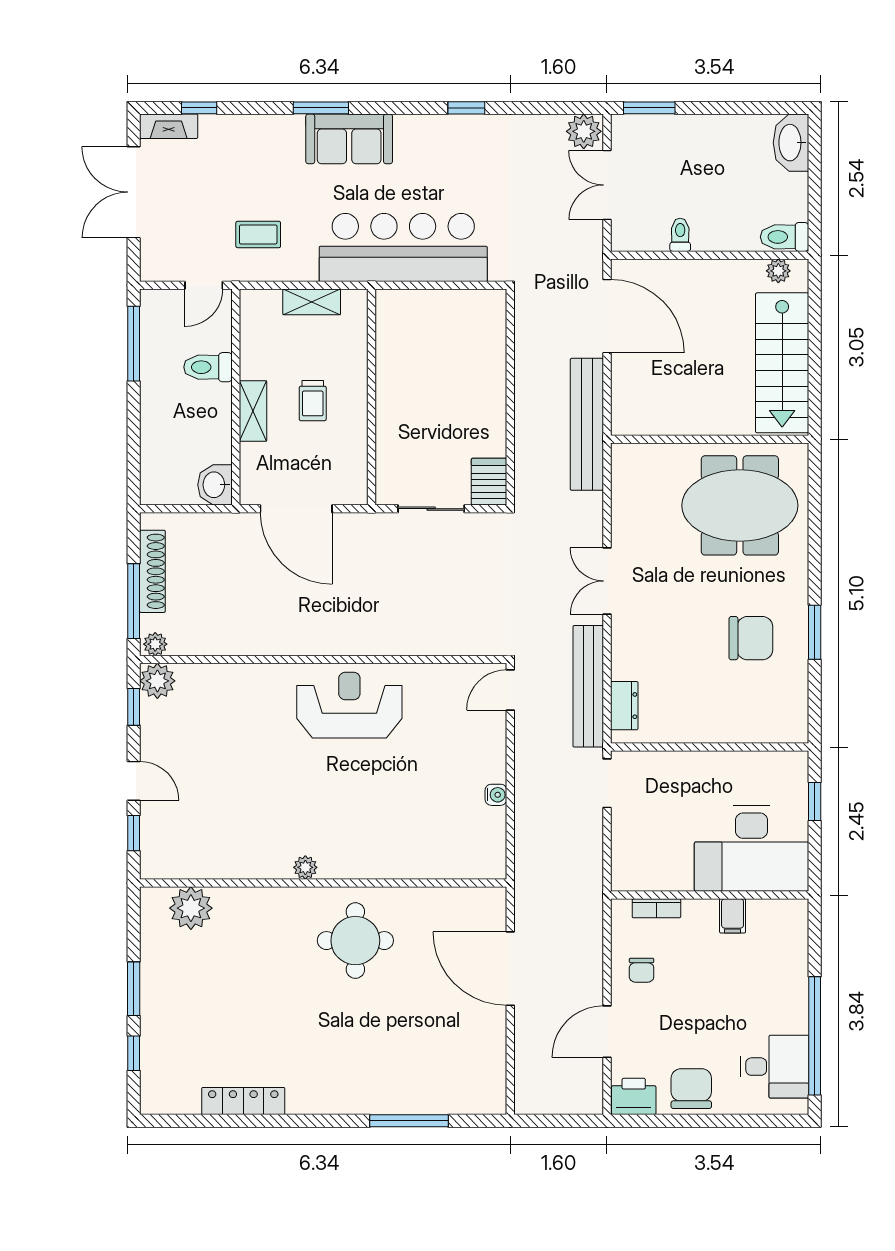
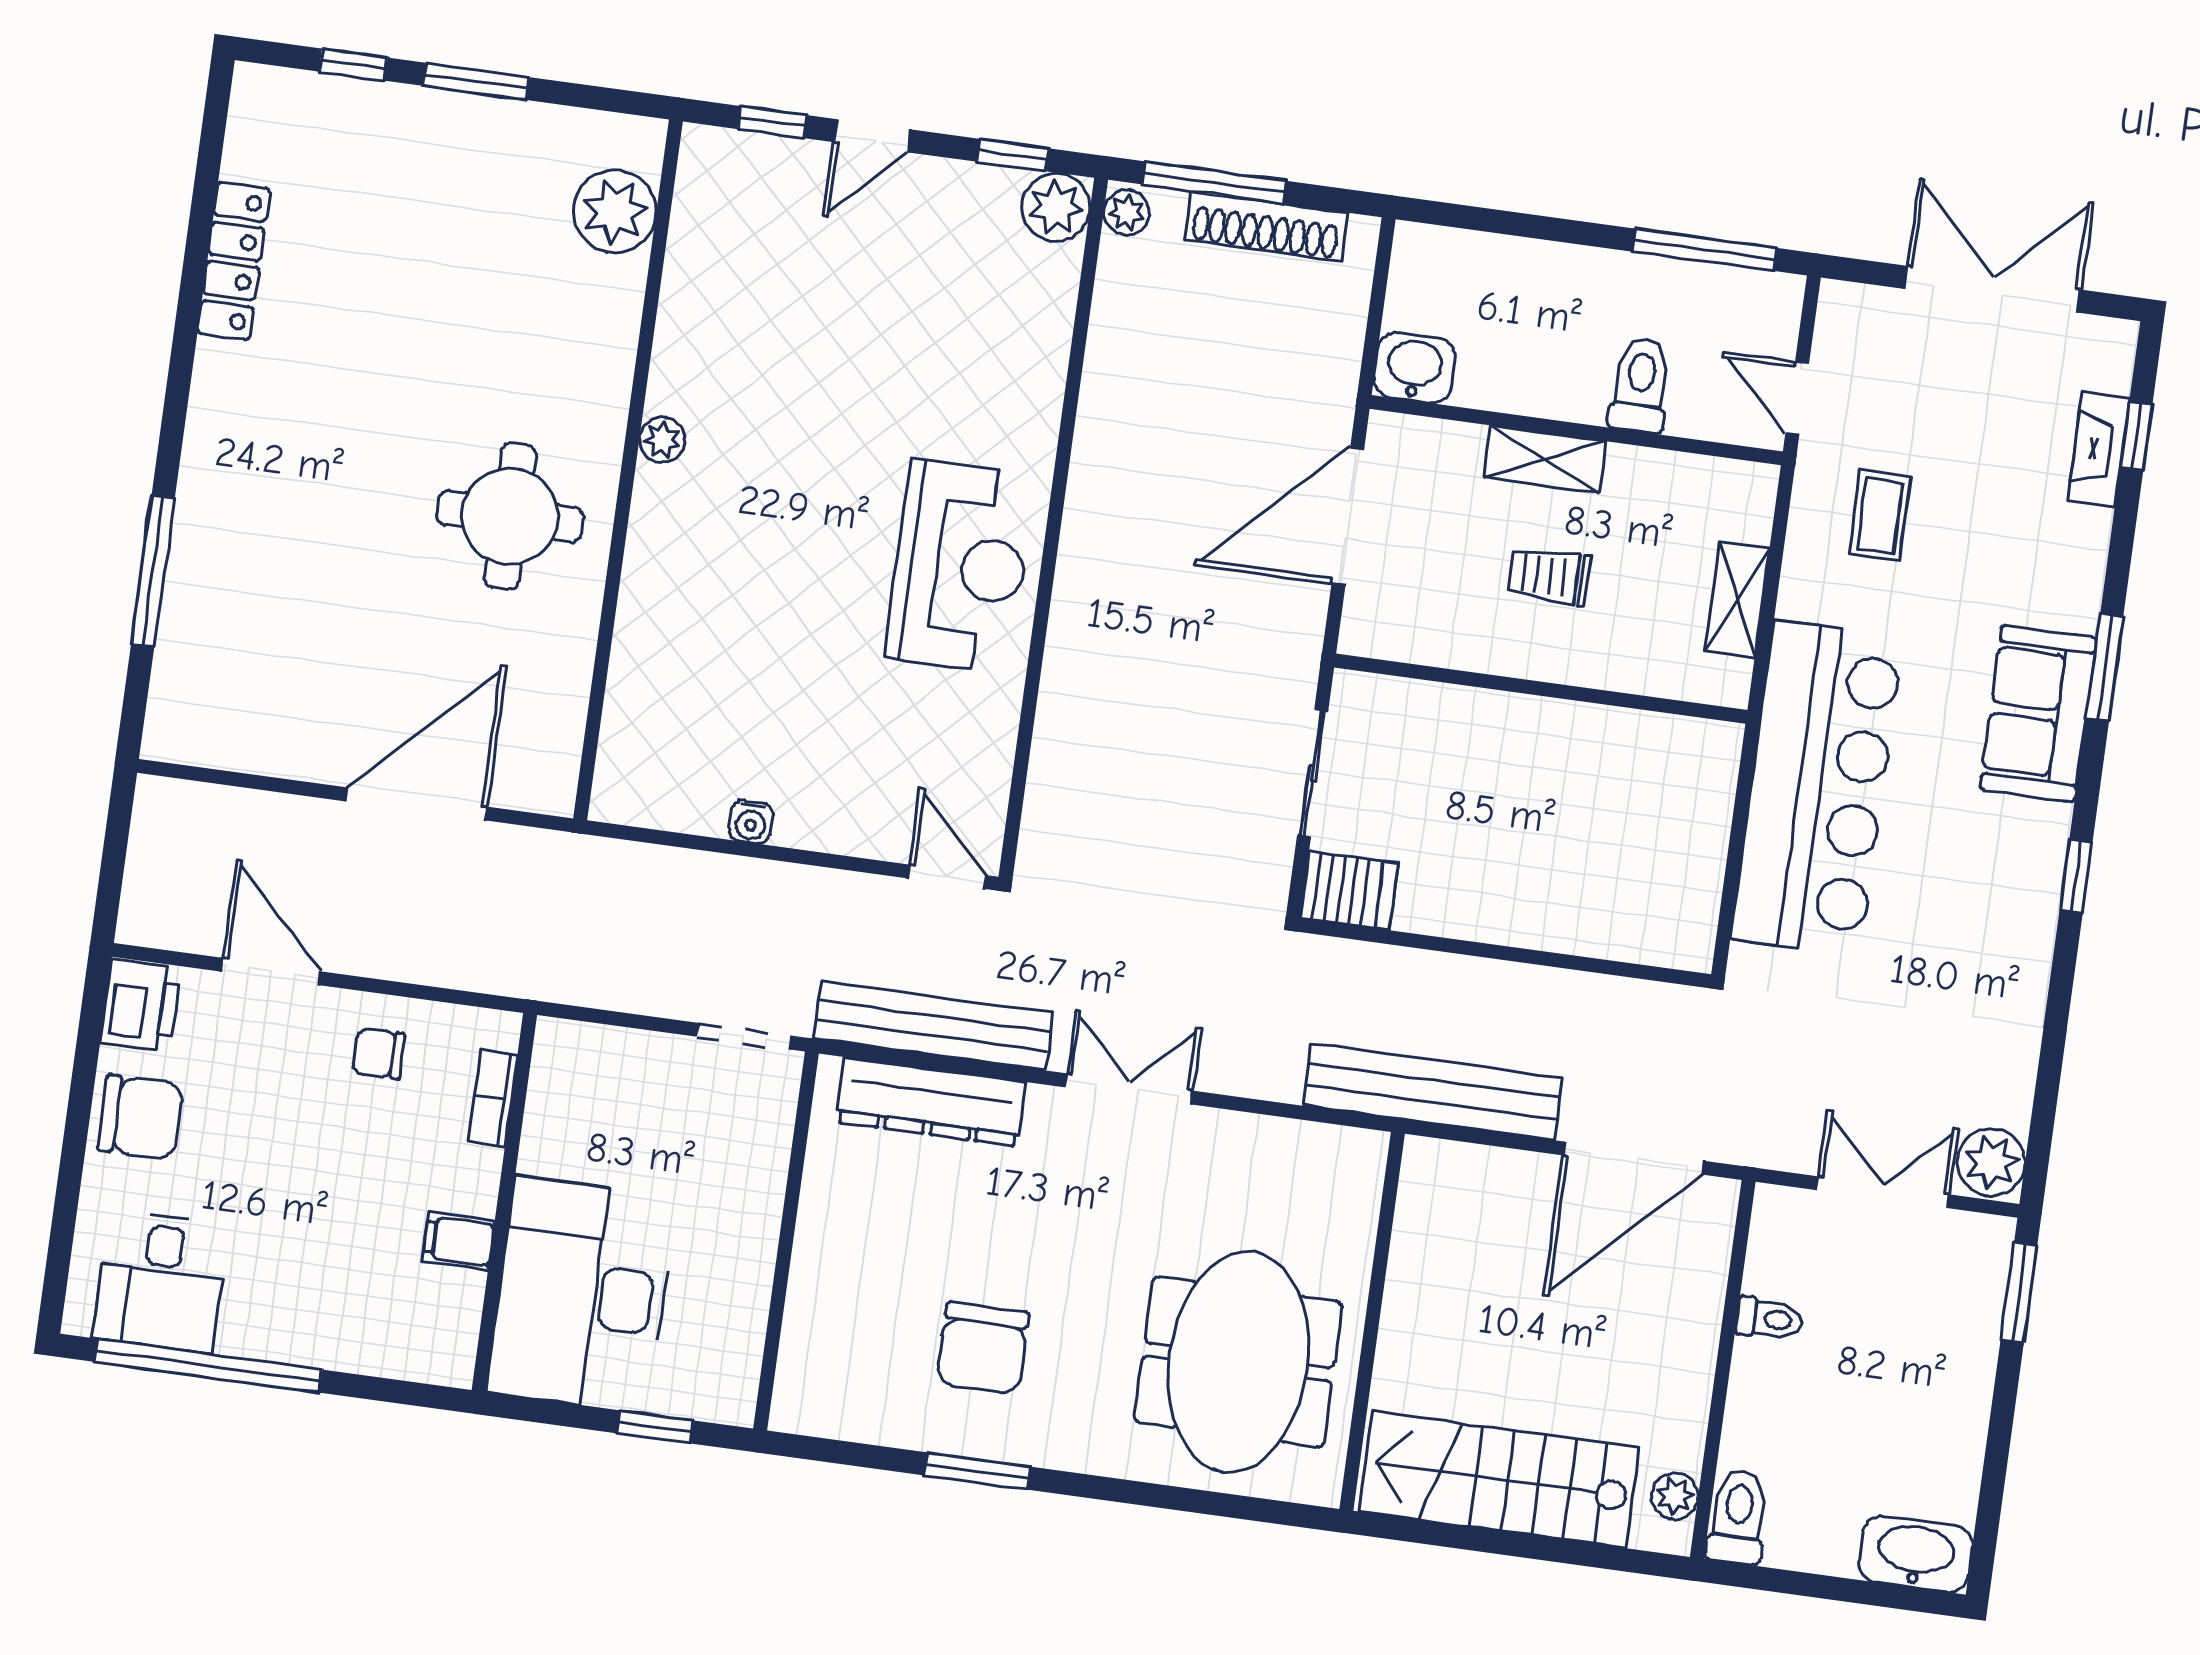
window: (466, 108) -> (2076, 876), moved
fireplace: (169, 126) -> (2099, 449), moved
dresser: (624, 706) -> (931, 1102), width x1.96, depth x1.24

